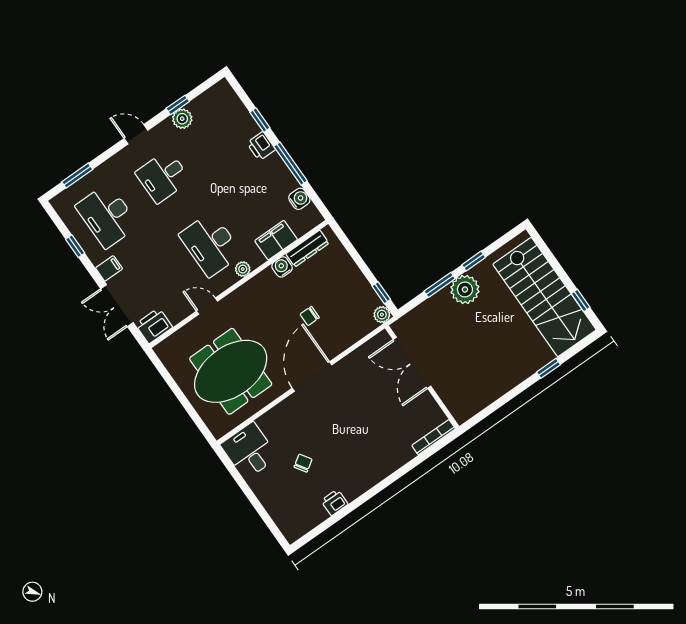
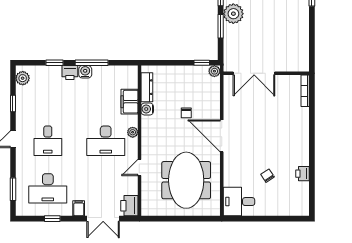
plant: (182, 119) -> (23, 78), moved
water cooler: (299, 199) -> (85, 72), moved

